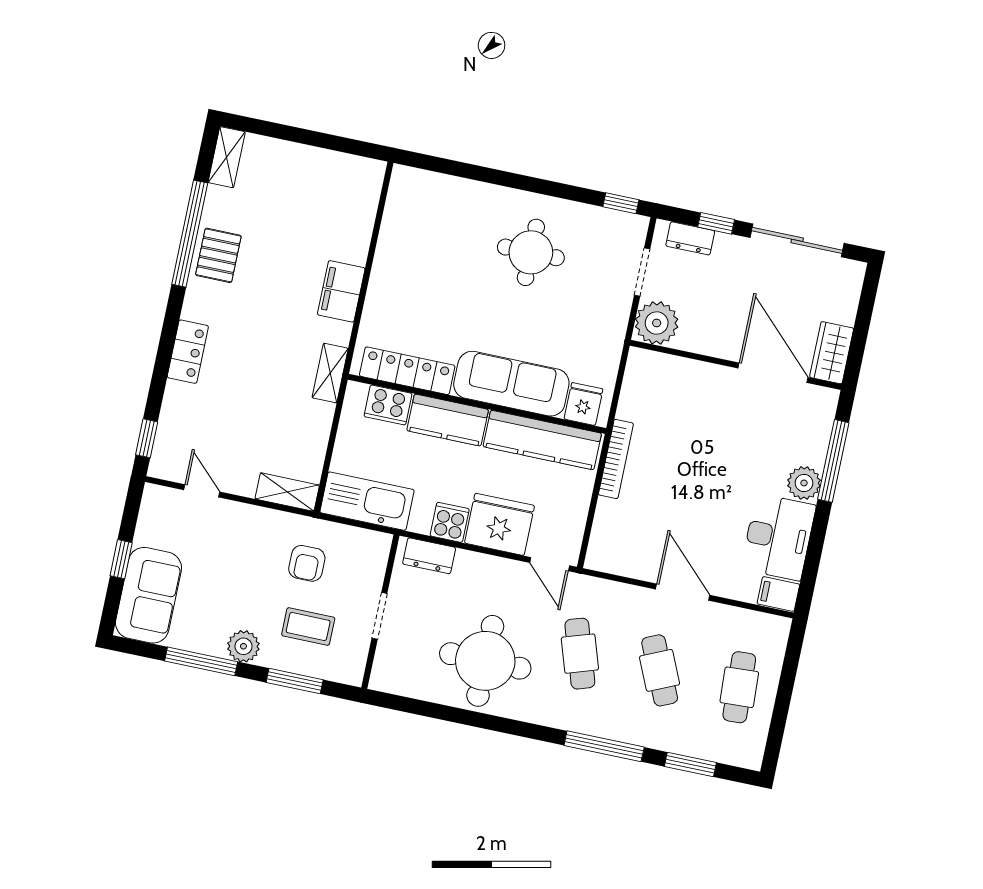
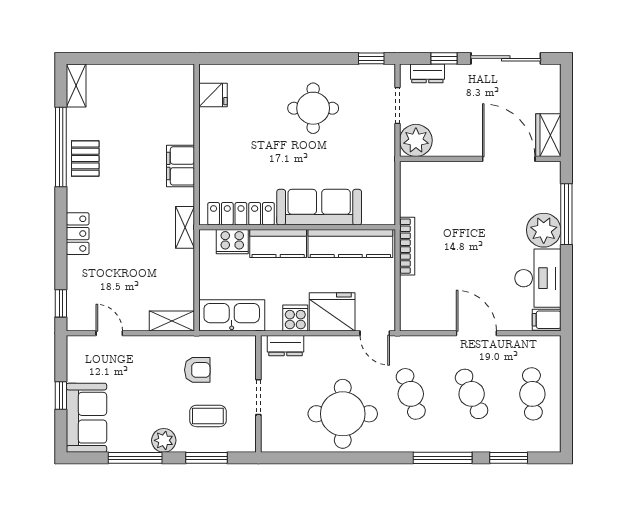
fridge: (583, 404) -> (213, 95), moved, turned 90
plant: (804, 483) -> (544, 230), width x1.36, depth x1.36
armchair: (307, 563) -> (197, 370), turned -90

